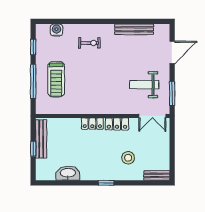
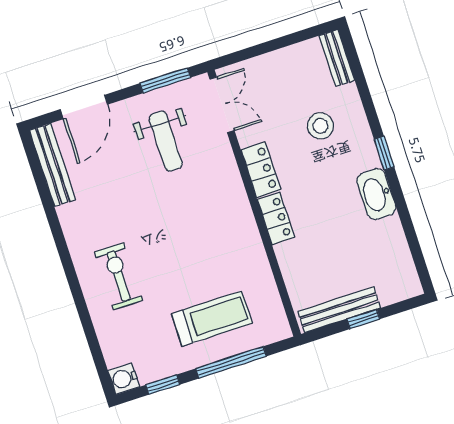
bench: (134, 29) -> (53, 165), moved
water cooler: (56, 30) -> (124, 379), moved
exercise bike: (89, 43) -> (119, 276), width x1.38, depth x1.39
door: (172, 52) -> (84, 107), swing flipped
washbasin: (68, 173) -> (376, 194), moved

